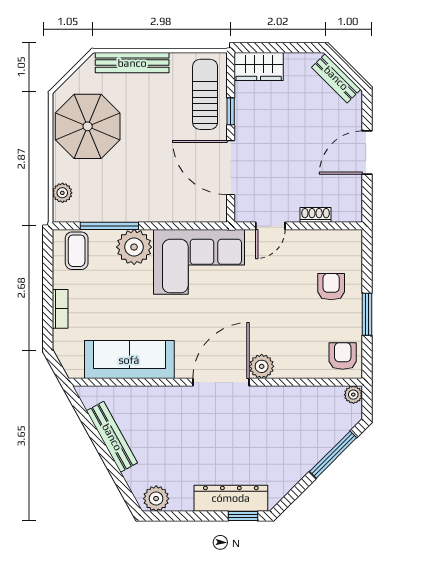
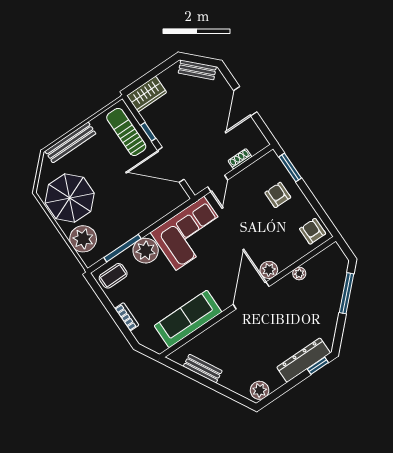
plant: (62, 193) -> (83, 239), width x1.87, depth x1.87
coffee table: (77, 251) -> (113, 276), turned 90
window: (367, 314) -> (290, 167), moved
plant: (353, 395) -> (299, 274), moved
bench: (112, 437) -> (203, 369), width x0.73

